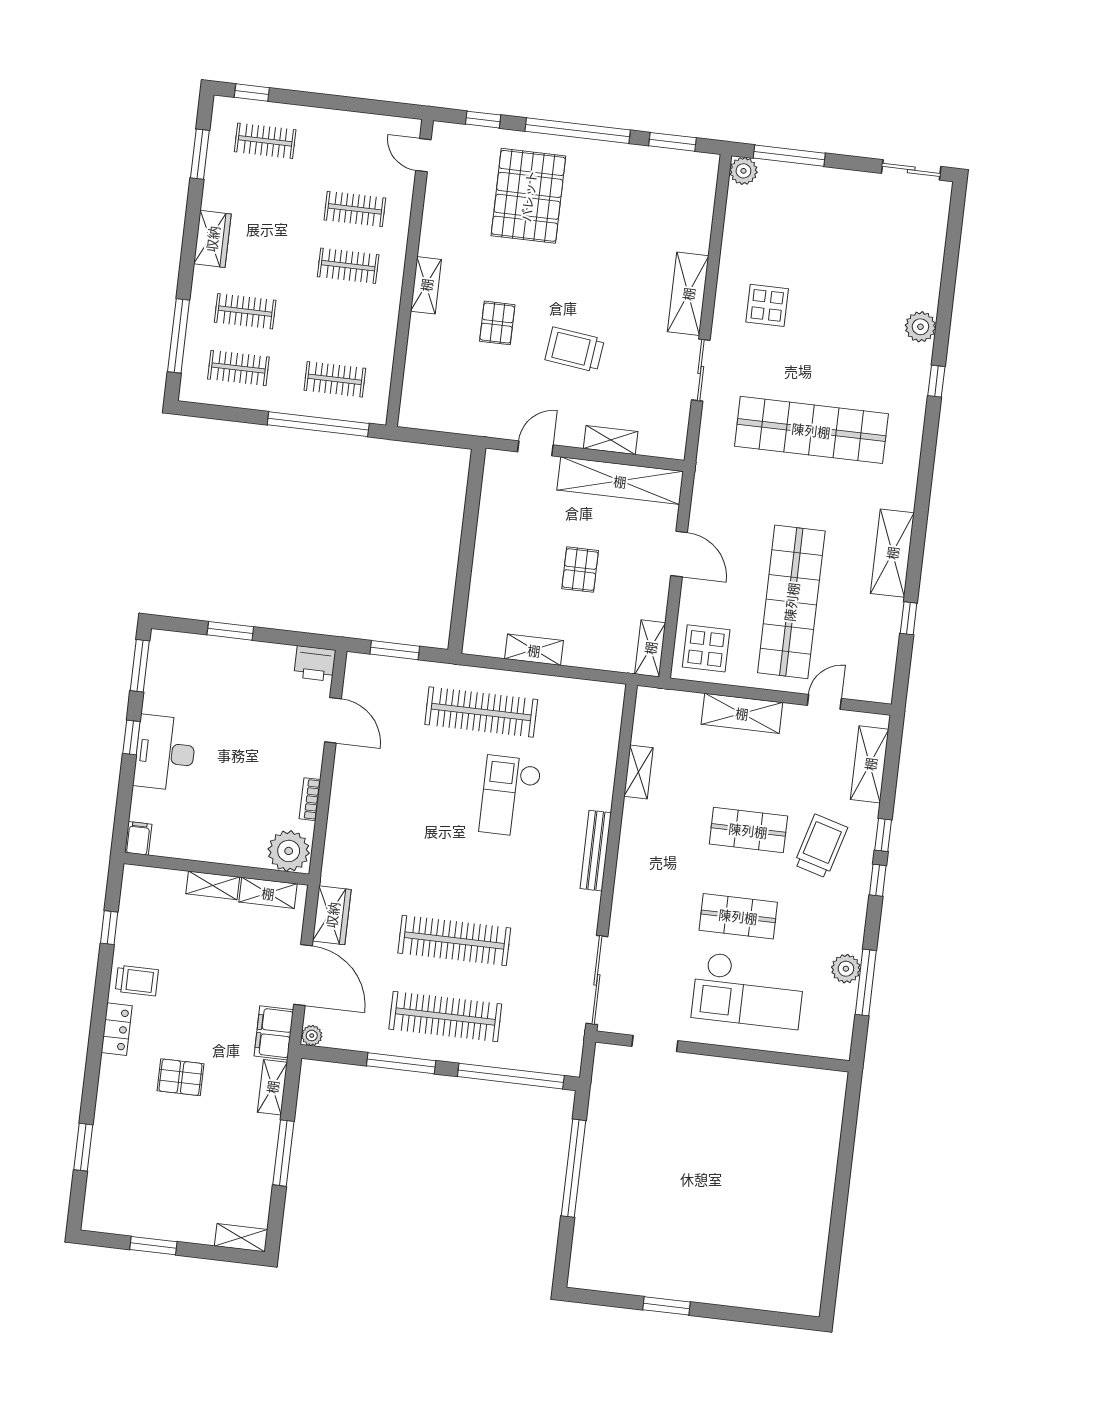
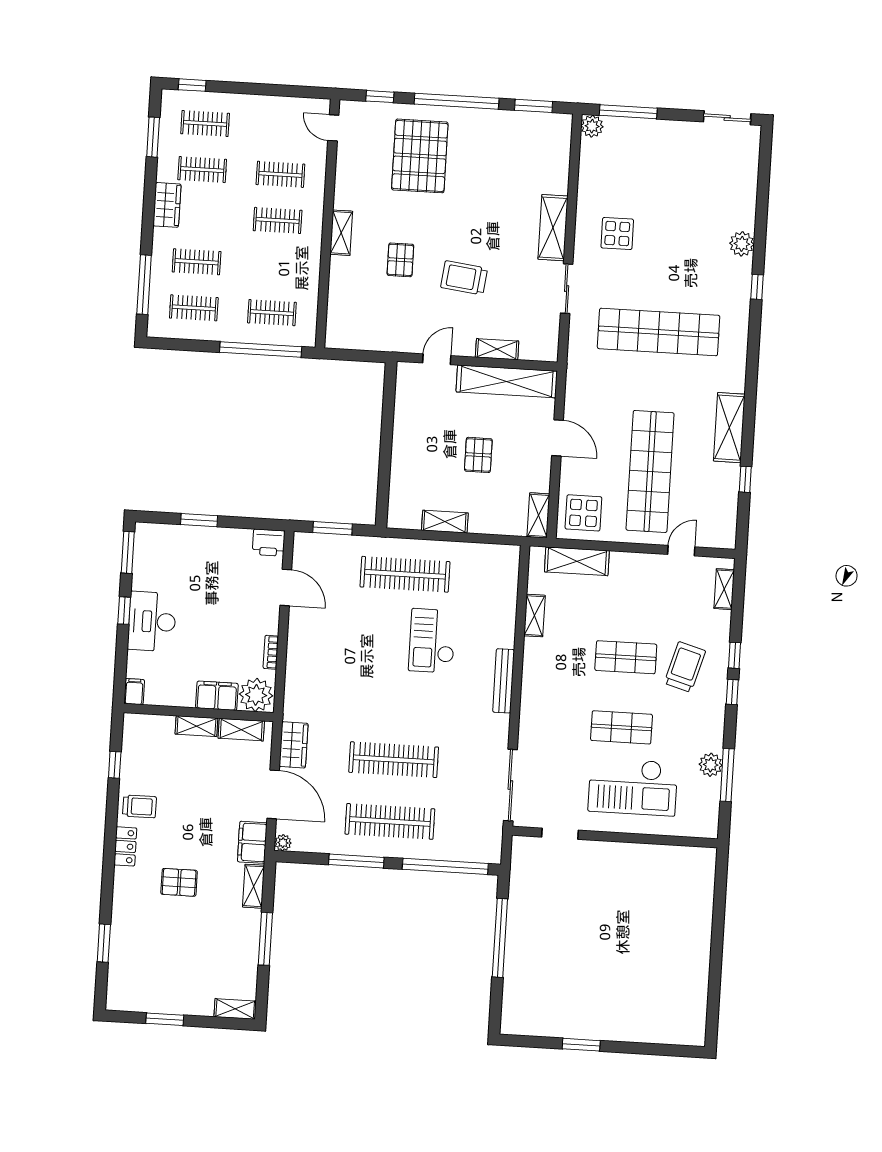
clothes rail: (258, 198) -> (202, 170), added
shelving: (742, 713) -> (577, 561), moved
shelving: (870, 764) -> (724, 589), width x0.67, depth x0.75
filing cabinet: (240, 849) -> (217, 696), added

